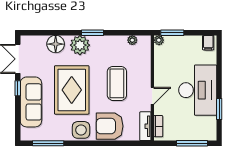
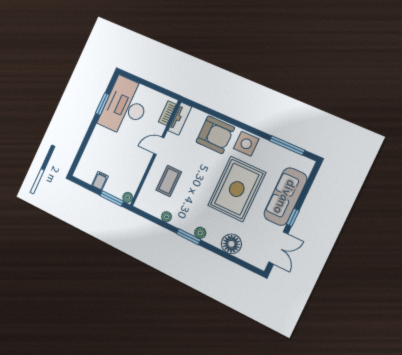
plant: (132, 40) -> (166, 217), moved
filing cabinet: (208, 43) -> (100, 181), moved
plant: (80, 45) -> (200, 233), width x0.53, depth x0.53
coffee table: (117, 83) -> (169, 181), moved, width x0.73, depth x0.76
desk: (198, 90) -> (125, 107), moved
window: (192, 143) -> (143, 82), removed

